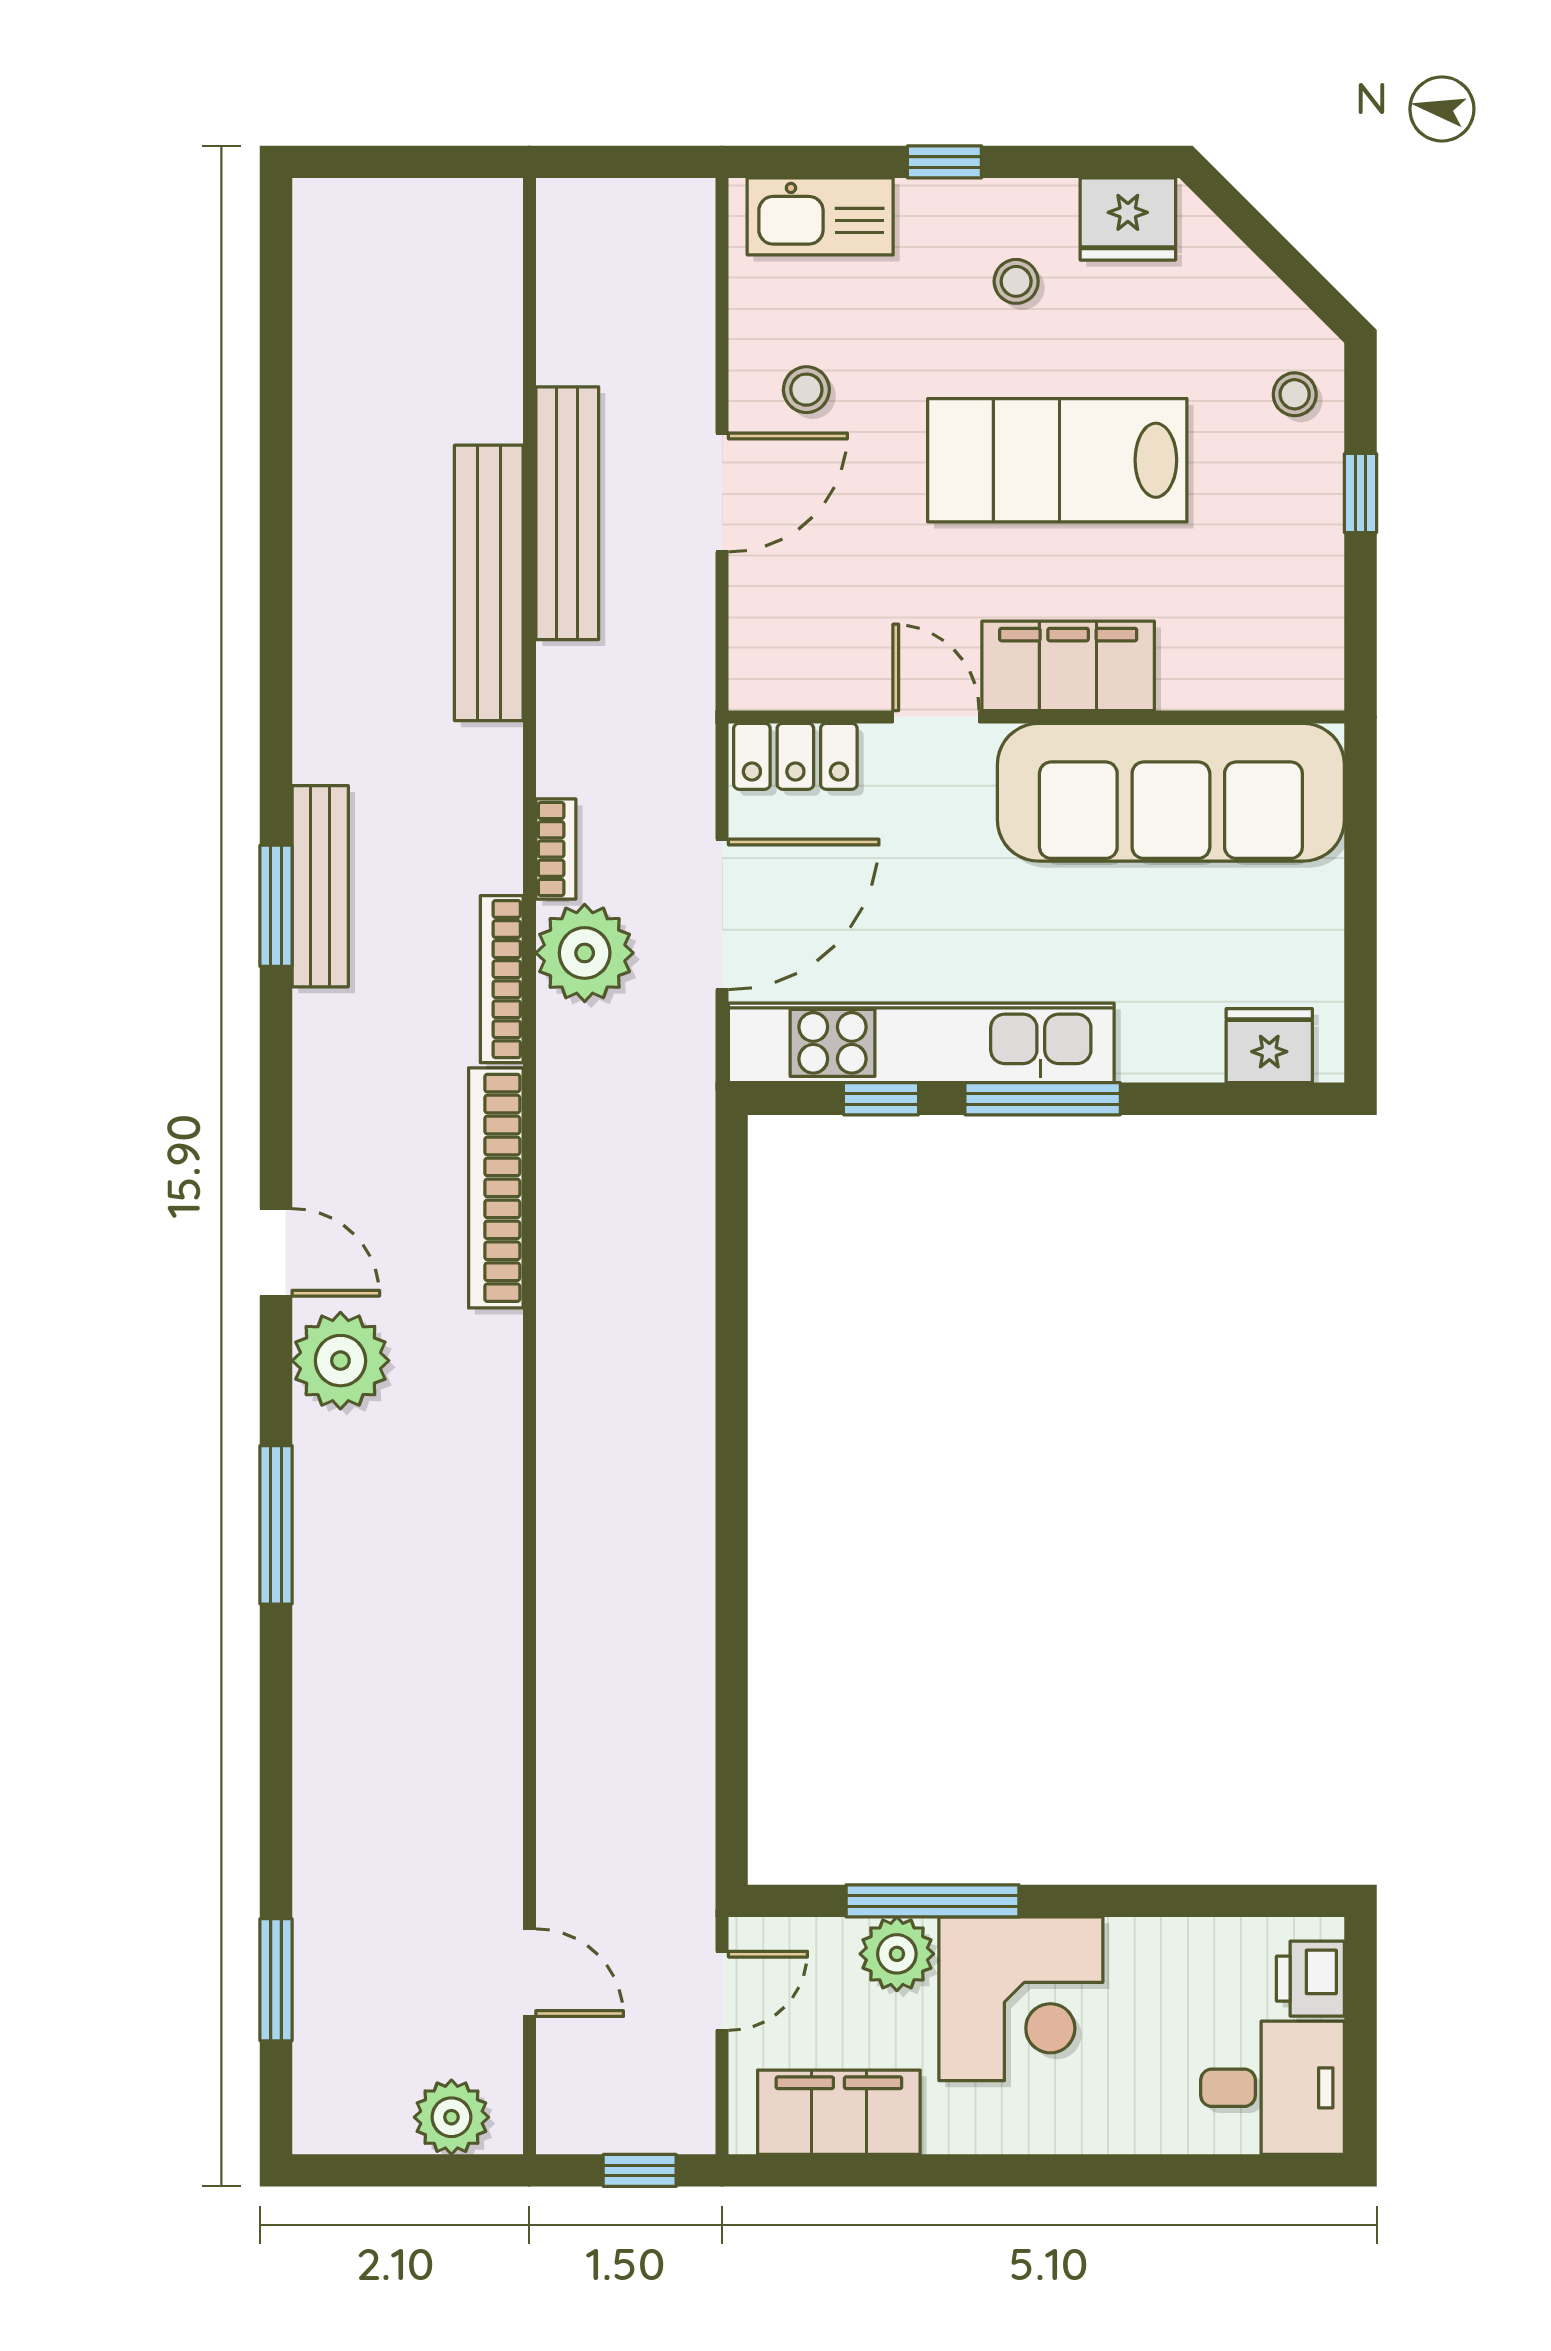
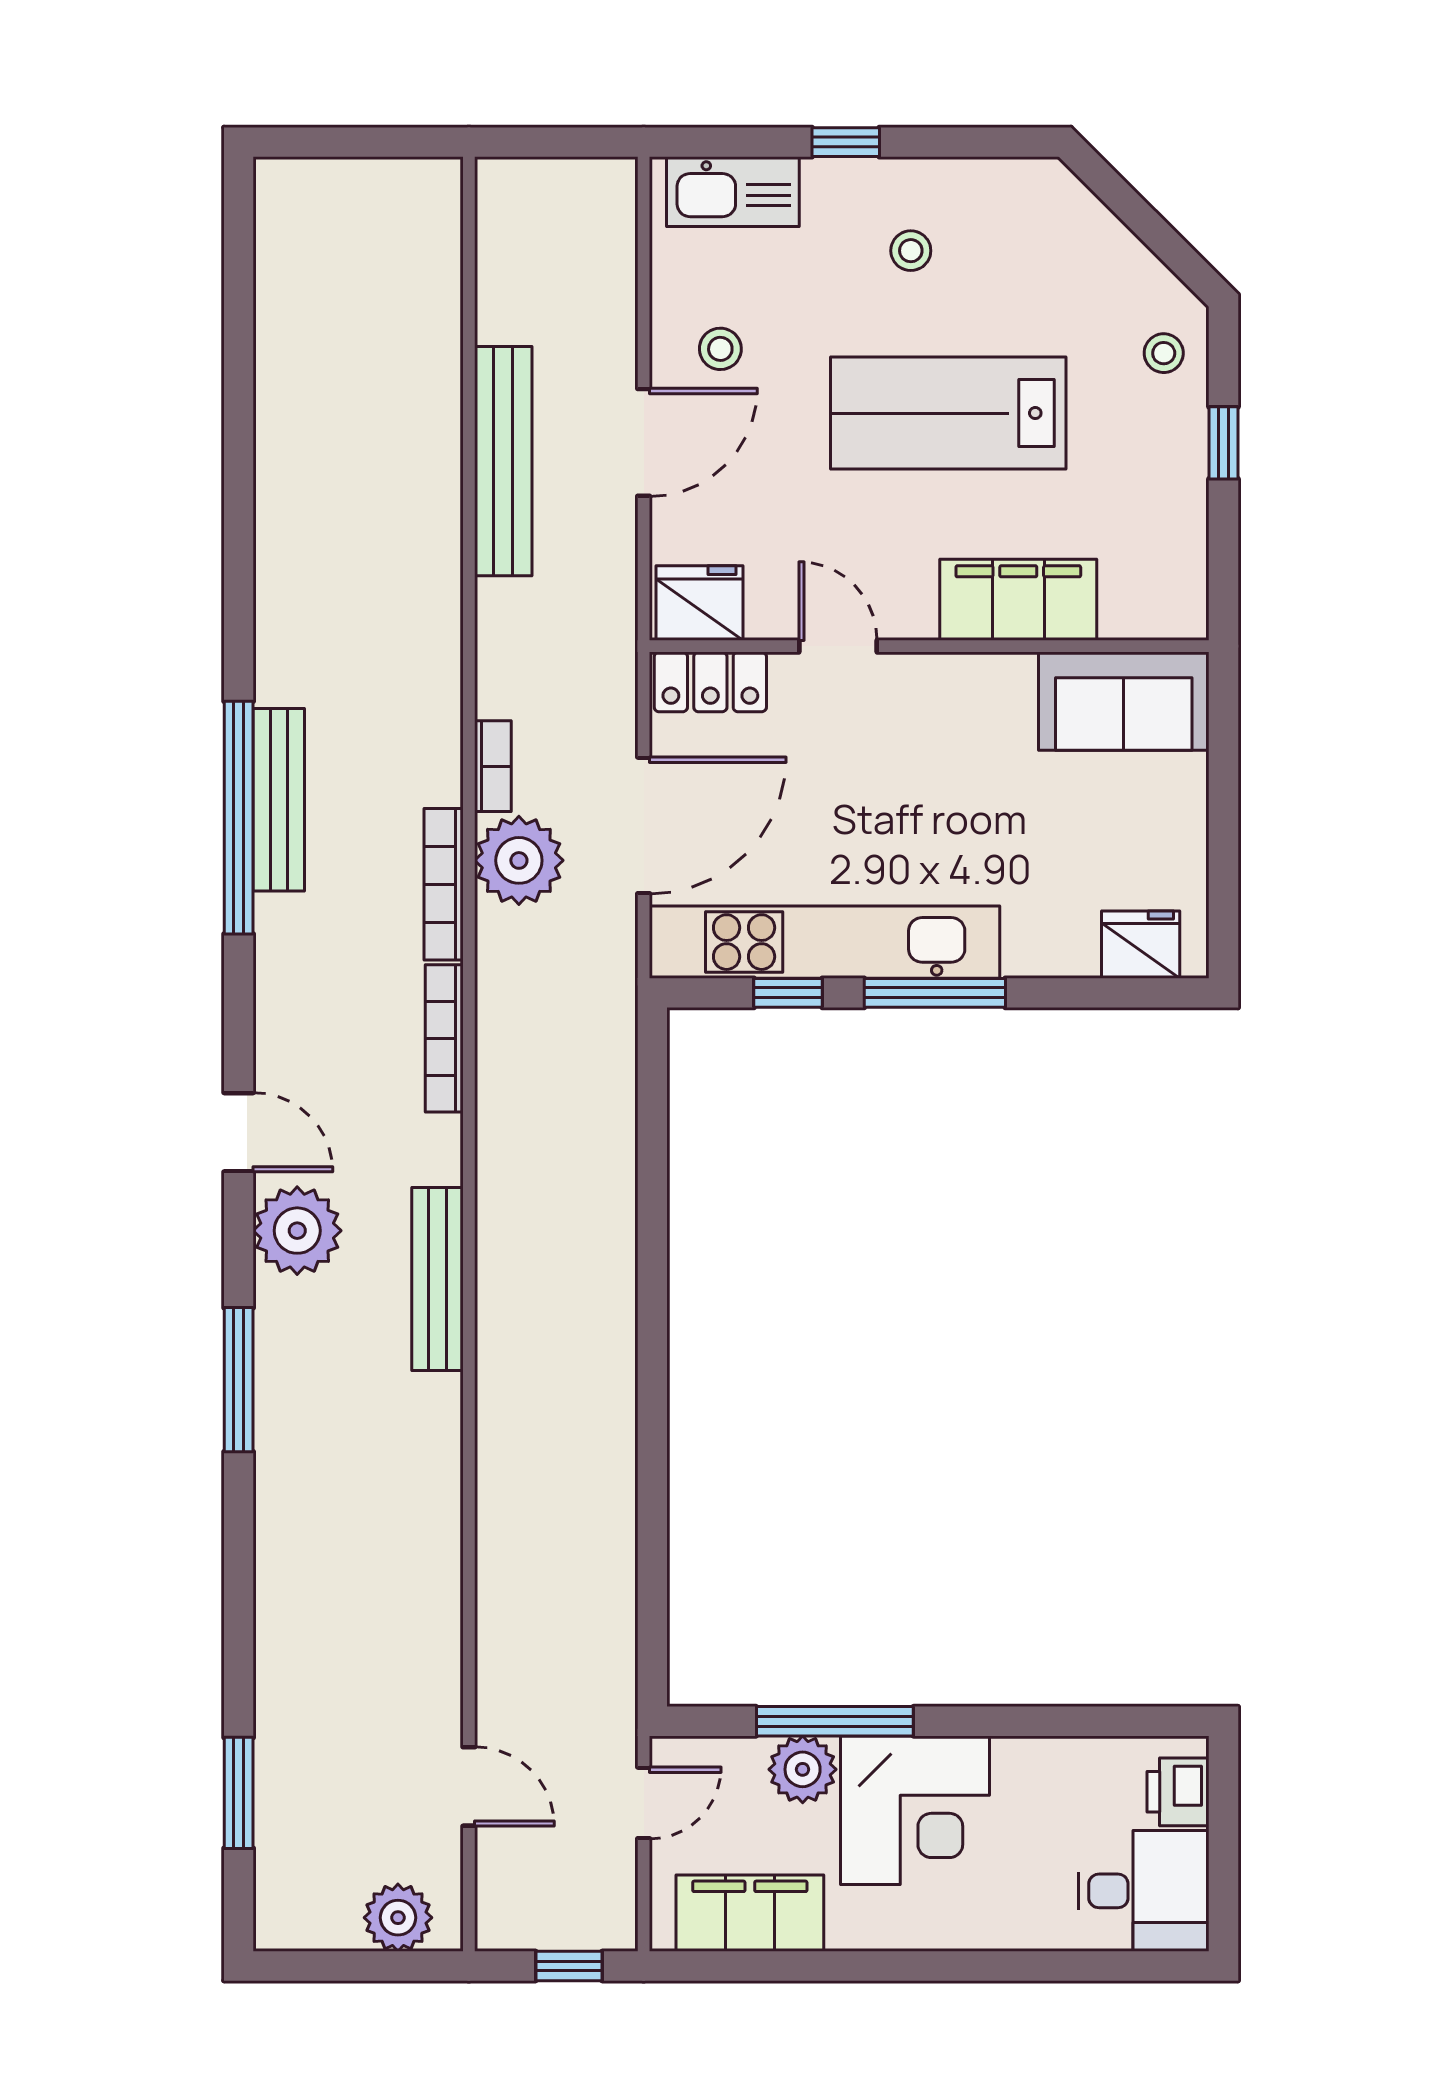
fridge: (1128, 219) -> (699, 603), moved, turned 180
bench: (489, 583) -> (437, 1279), moved, width x0.73, depth x0.82
filing cabinet: (1068, 666) -> (1018, 600), moved
sofa: (1171, 792) -> (1124, 701), width x0.54, depth x0.79
window: (276, 906) -> (239, 818), width x2.11
bookcase: (496, 1188) -> (444, 1038), width x0.68, depth x0.76

